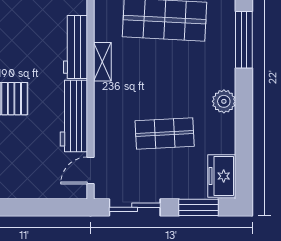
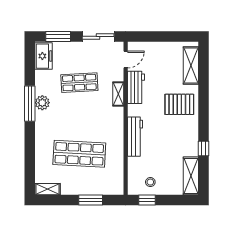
window: (244, 40) -> (30, 104), moved
shelving: (102, 62) -> (118, 94), moved
workbench: (74, 116) -> (136, 87), width x0.73

